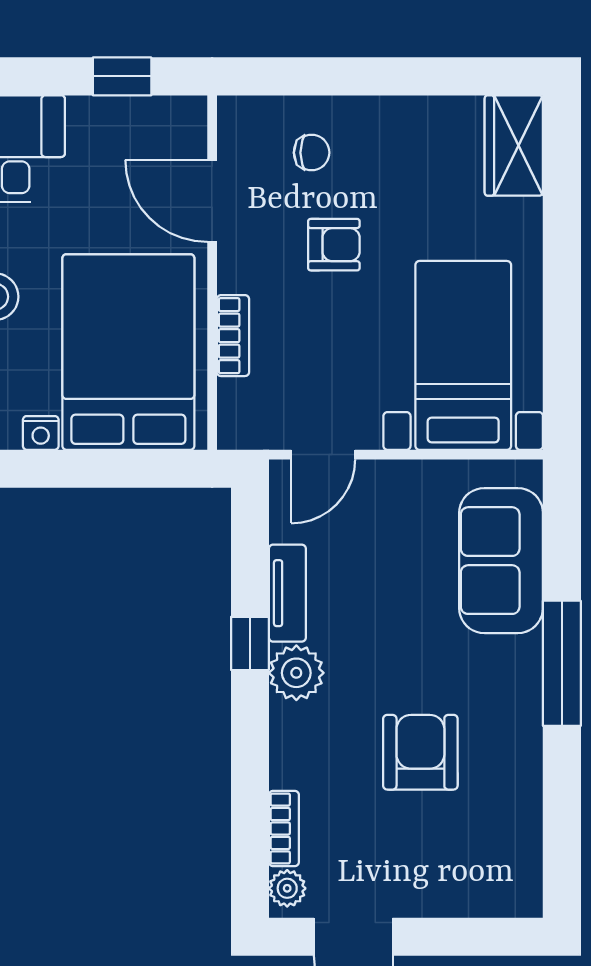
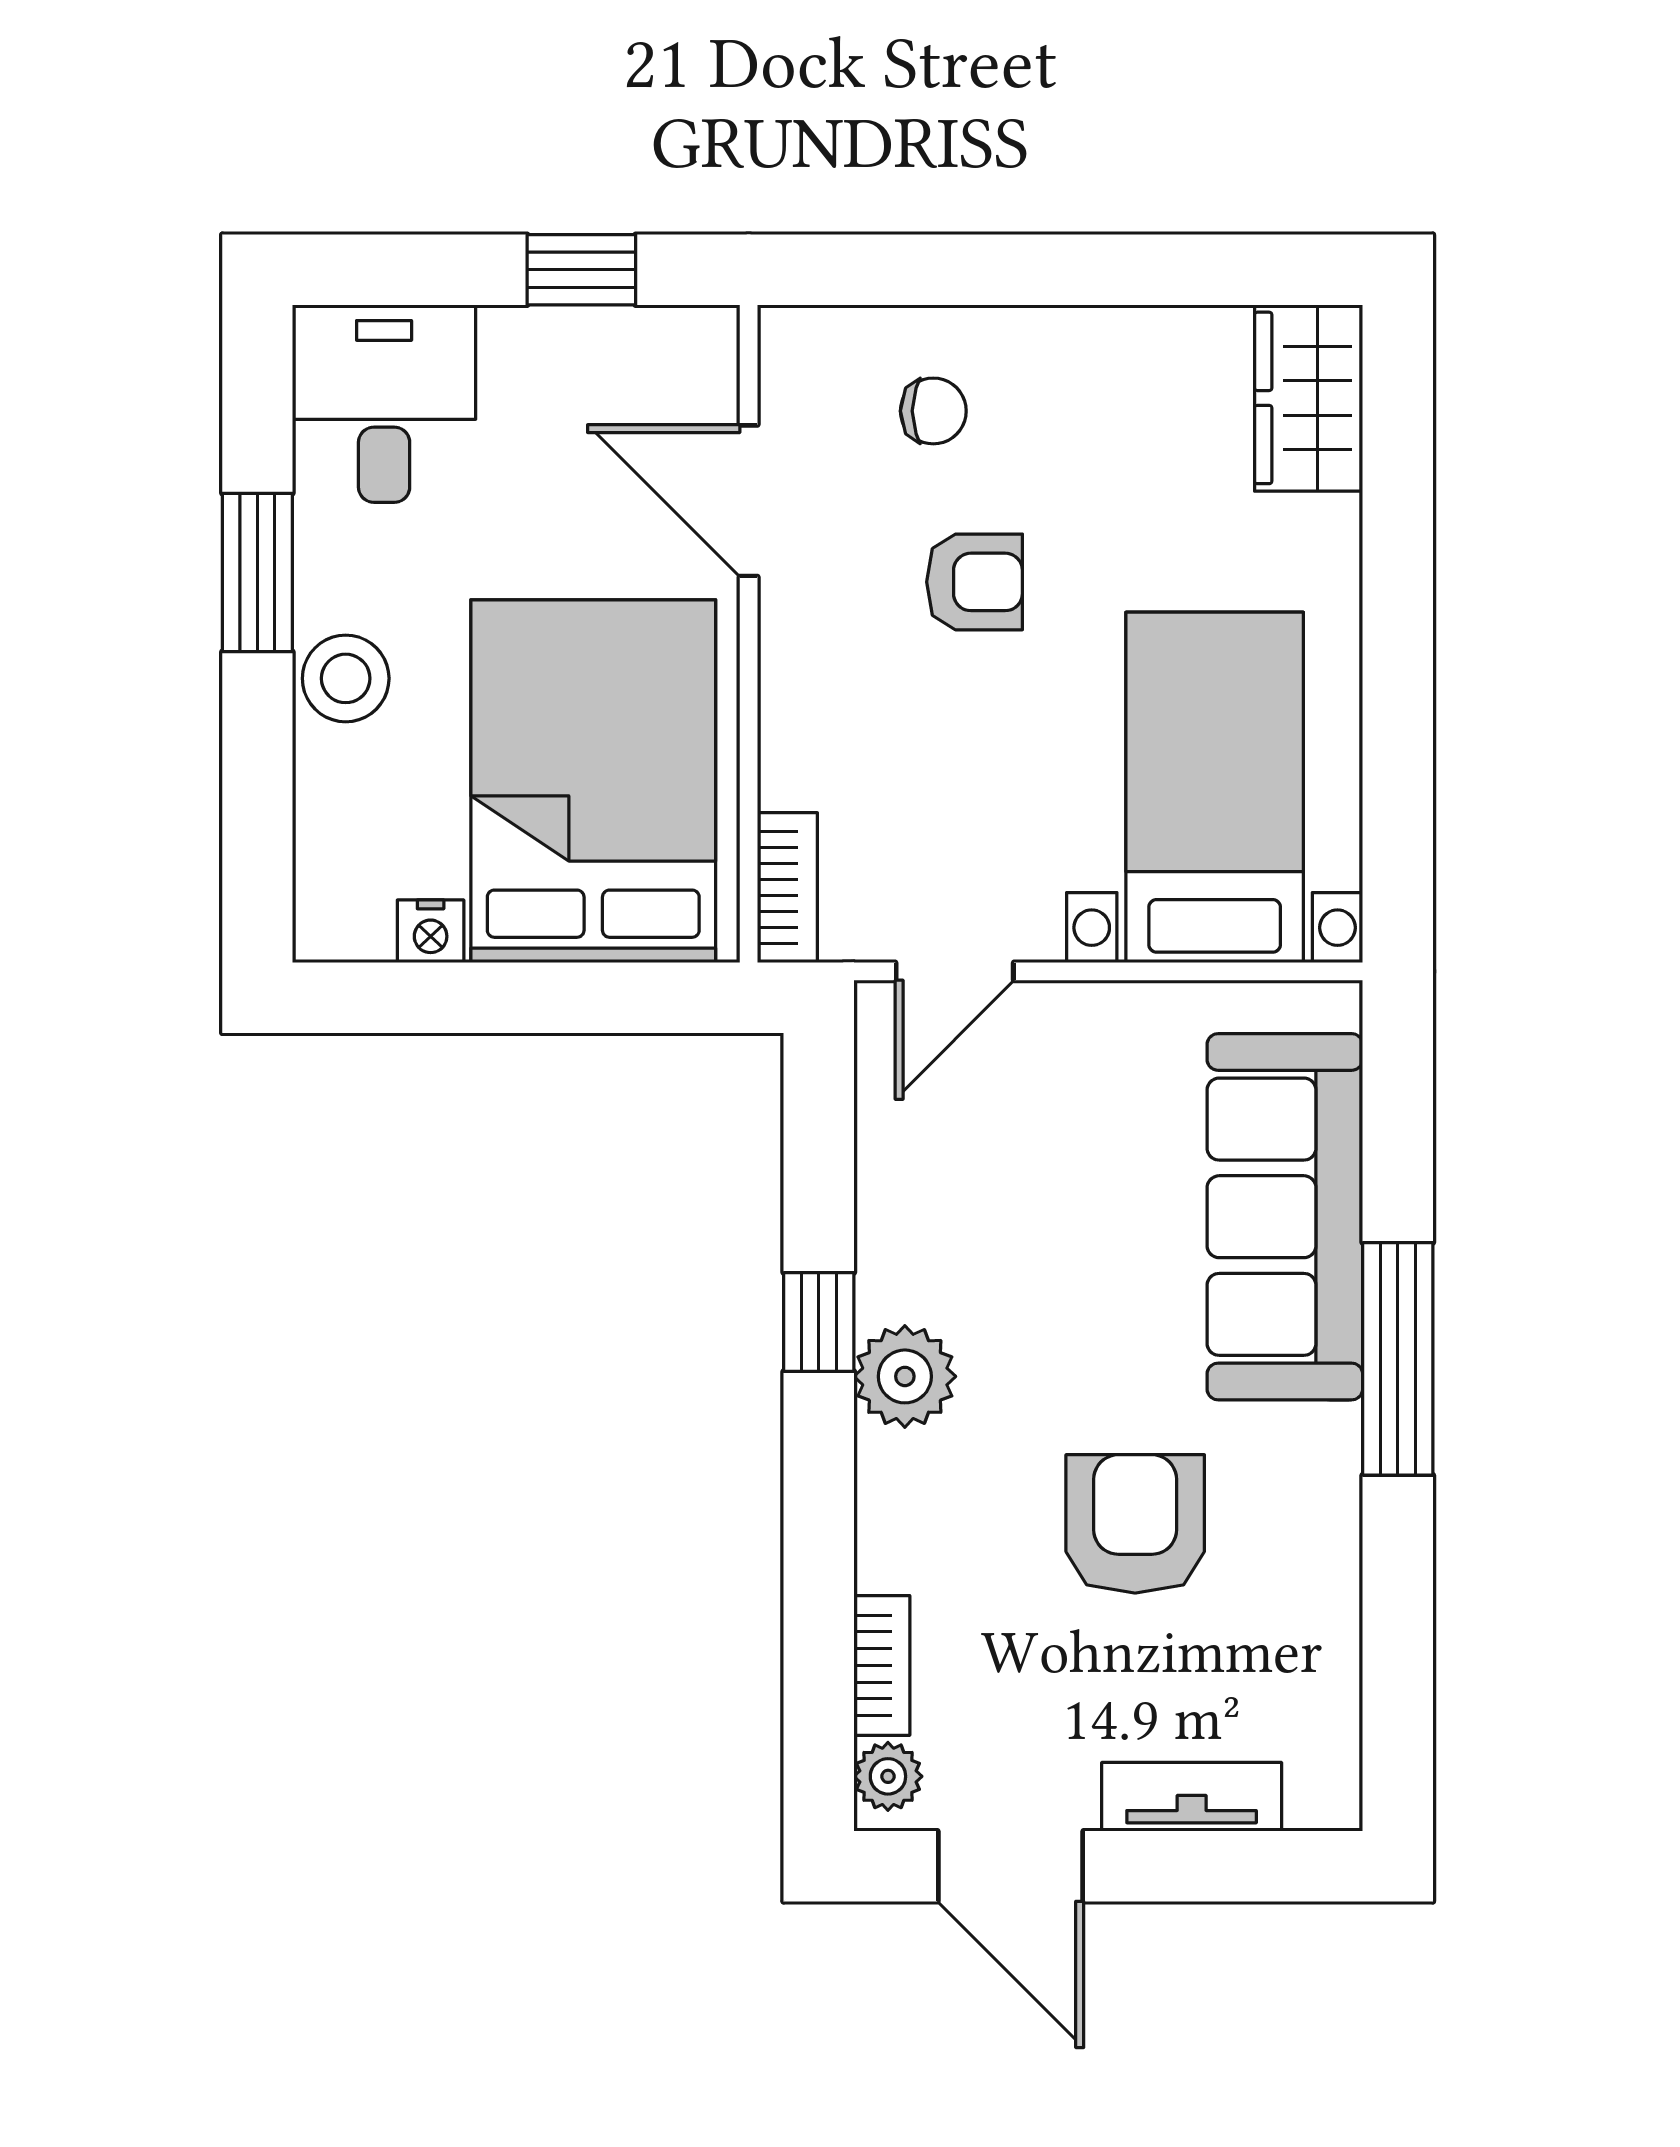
bookcase: (233, 336) -> (787, 888), moved
sofa: (501, 561) -> (1285, 1217), width x1.36
tv unit: (287, 593) -> (1192, 1797), moved, turned -90

